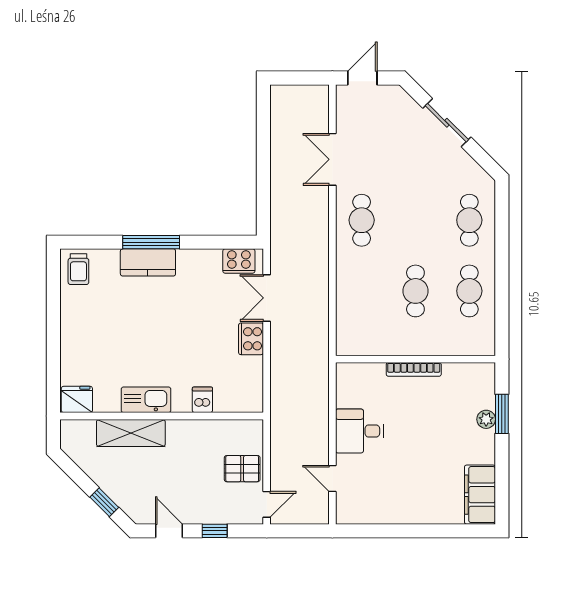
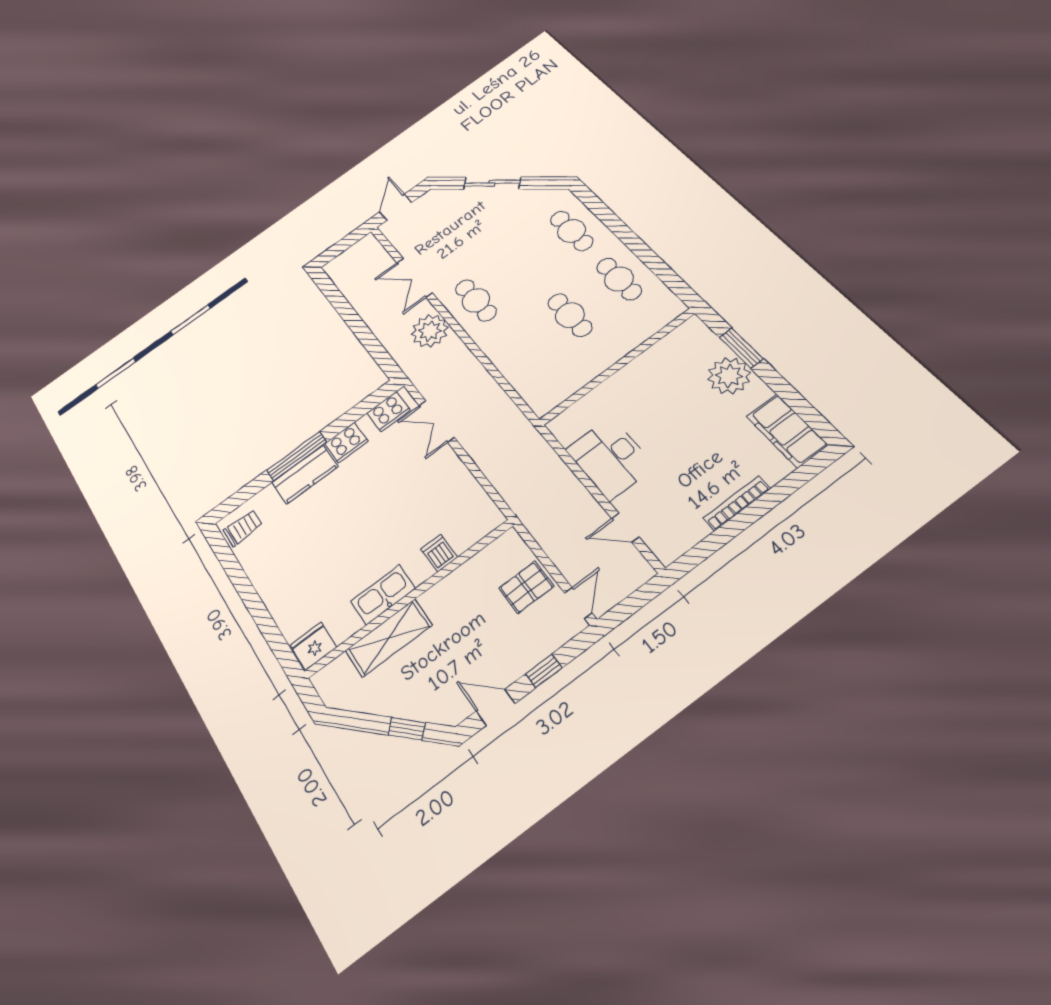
plant: (312, 218) -> (430, 331), added
trolley: (78, 269) -> (243, 528), turned -90
cooker: (251, 339) -> (346, 443), moved, turned -90
bookcase: (414, 369) -> (737, 503), moved, turned 180
plant: (486, 419) -> (729, 376), width x1.87, depth x1.87
desk: (359, 431) -> (610, 458), width x1.37

